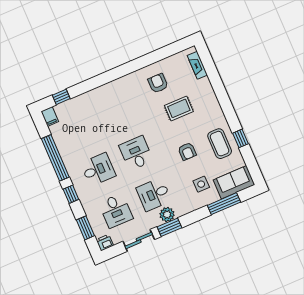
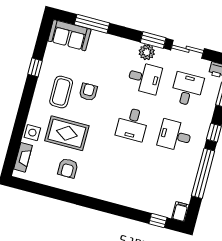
rug: (179, 108) -> (67, 133), width x1.36, depth x1.43
coffee table: (220, 144) -> (61, 92), moved
side table: (201, 184) -> (32, 133), moved

